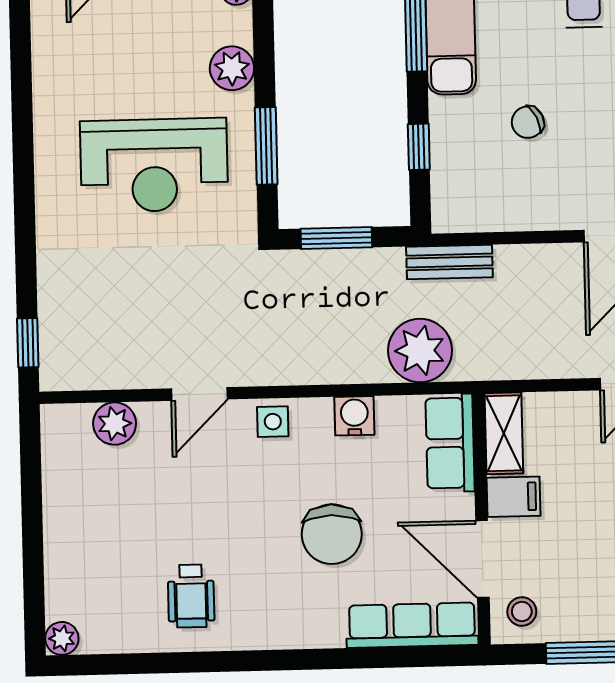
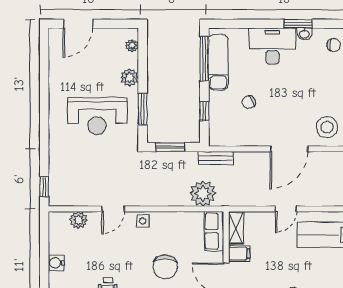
water cooler: (354, 416) -> (56, 263), moved, turned -90

